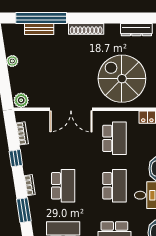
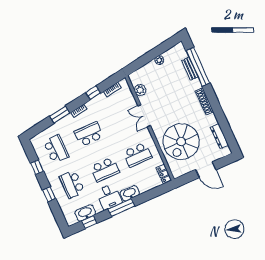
spiral stairs: (122, 79) -> (181, 142), turned 180
plant: (21, 100) -> (140, 90), moved
double door: (71, 109) -> (144, 116), width x0.73
school desk: (63, 186) -> (89, 134), turned 180

